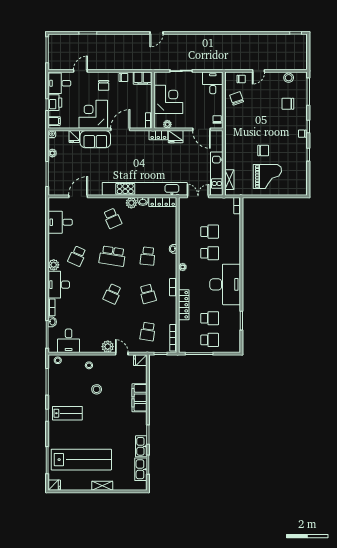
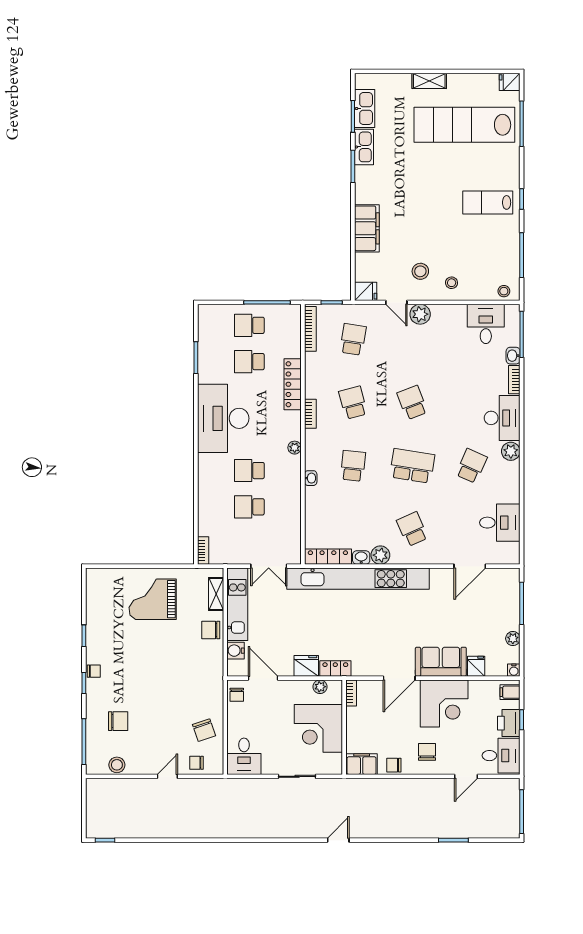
water cooler: (218, 146) -> (236, 651), added
chair: (263, 150) -> (211, 630), moved
school desk: (112, 294) -> (412, 403), turned -45
stool: (97, 389) -> (420, 271), moved

